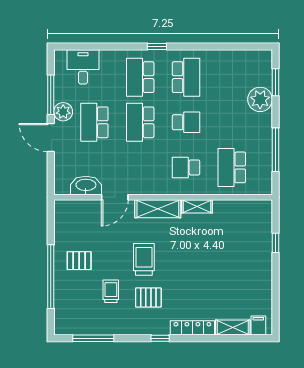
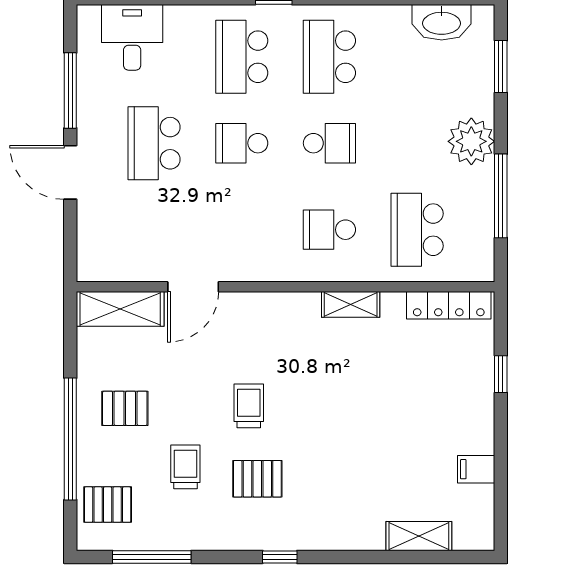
school desk: (186, 77) -> (329, 57), turned 180
plant: (260, 99) -> (471, 141), moved
plant: (63, 112) -> (94, 123), removed
school desk: (140, 122) -> (242, 143), width x0.54
washbasin: (86, 185) -> (442, 22), moved, turned 180
shelving: (158, 209) -> (120, 309), moved
trolley: (144, 259) -> (249, 406), width x0.73, depth x0.72
pallet: (70, 311) -> (108, 505), added
filing cabinet: (258, 325) -> (476, 469), moved, turned -90
locker: (192, 328) -> (449, 305), moved, turned 180

